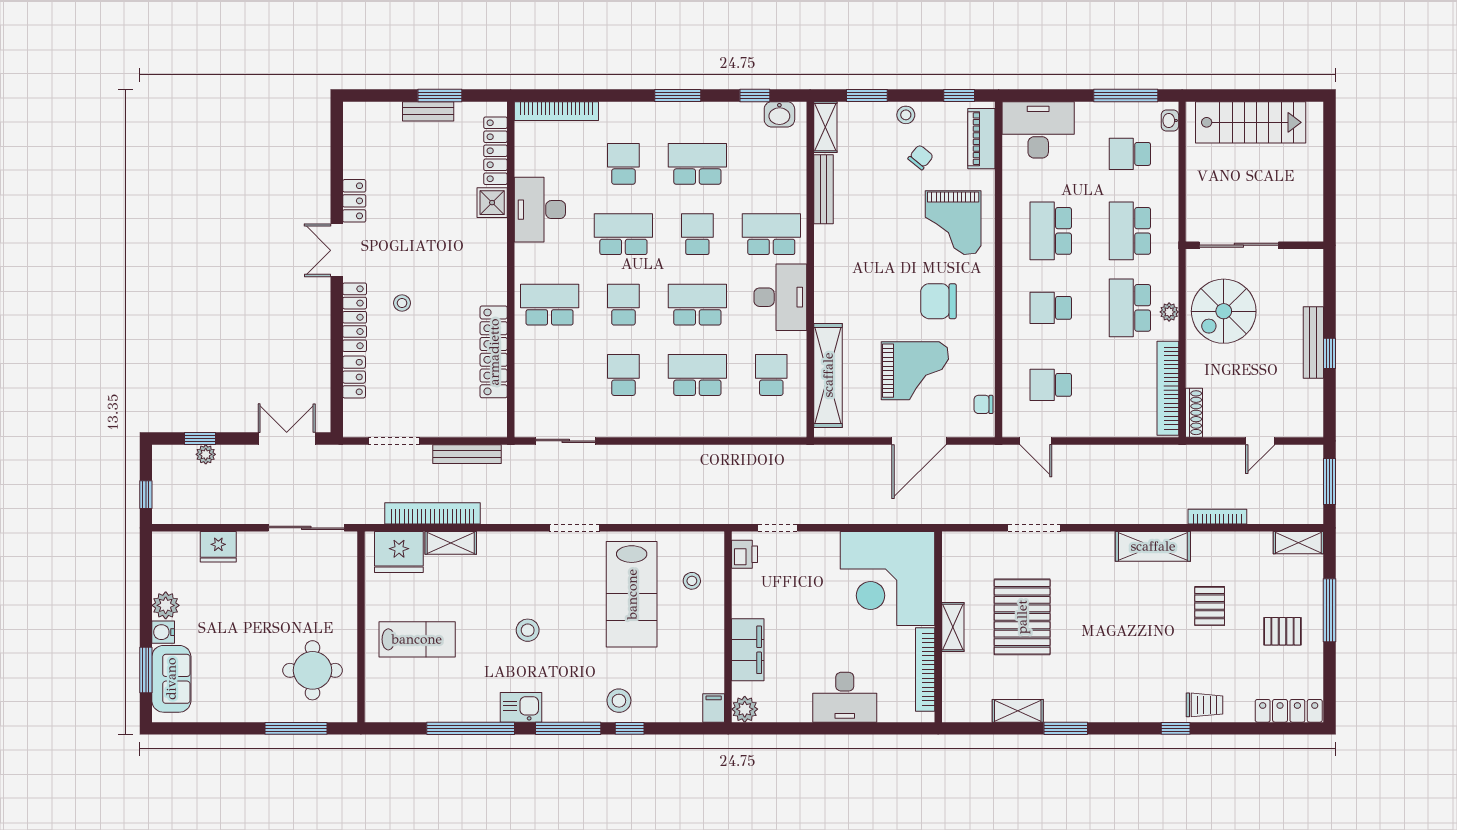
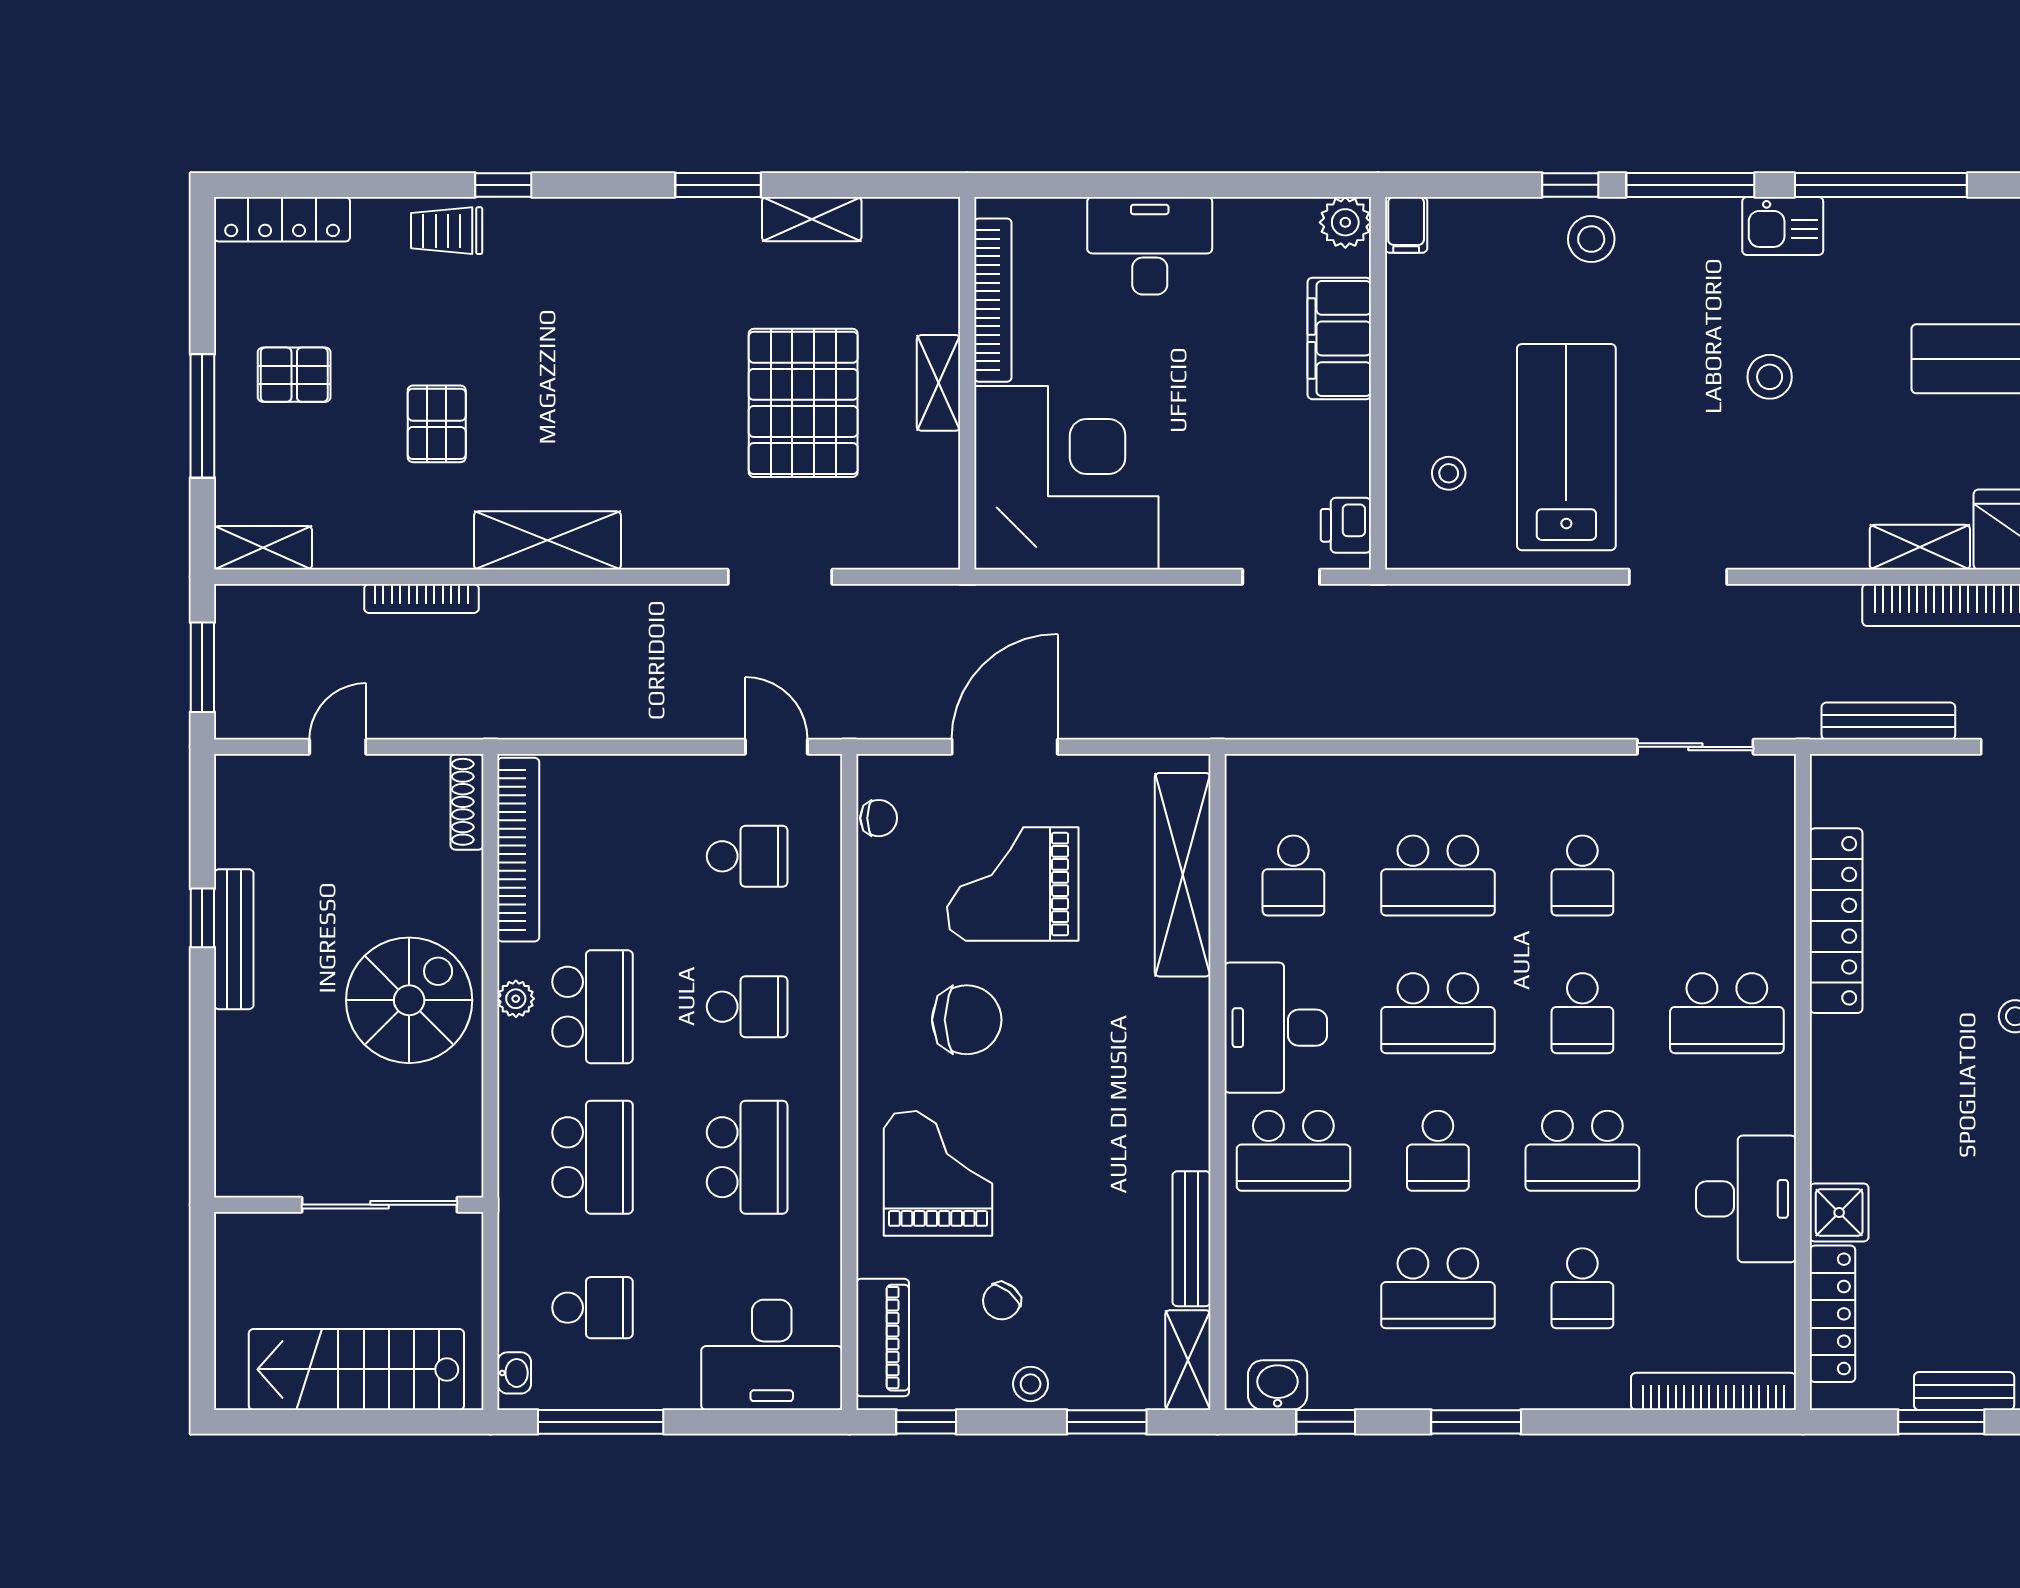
sliding door: (1239, 245) -> (379, 1205), moved
wall: (1255, 245) -> (349, 1205), moved

